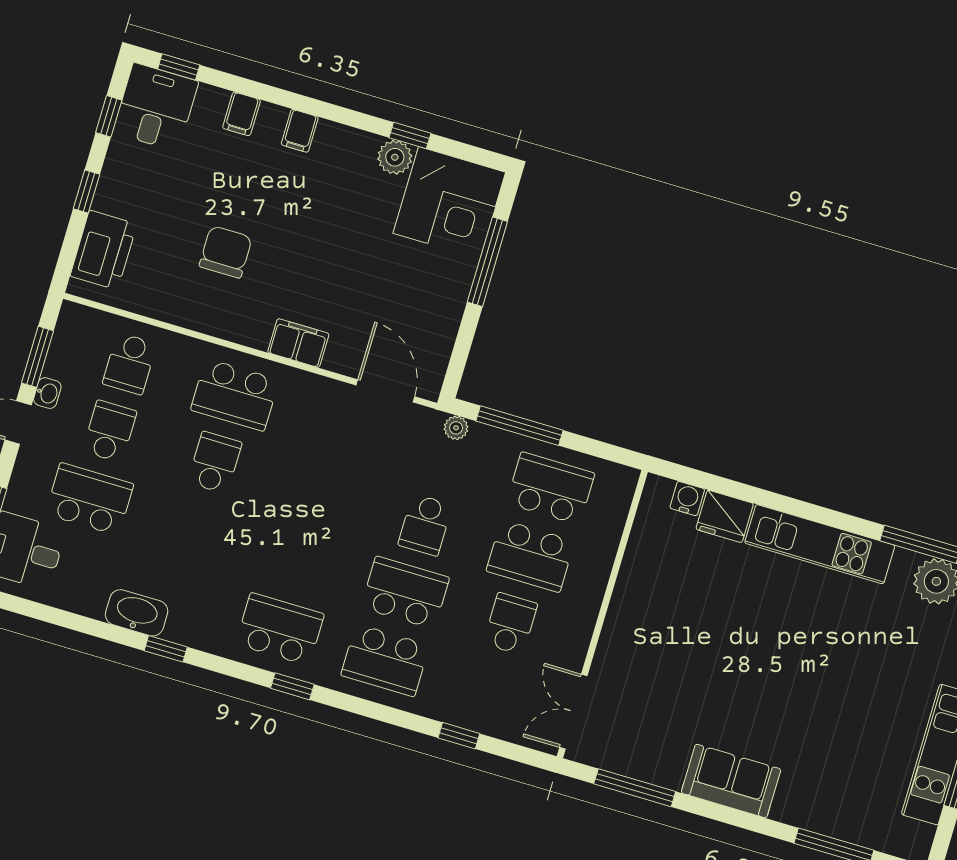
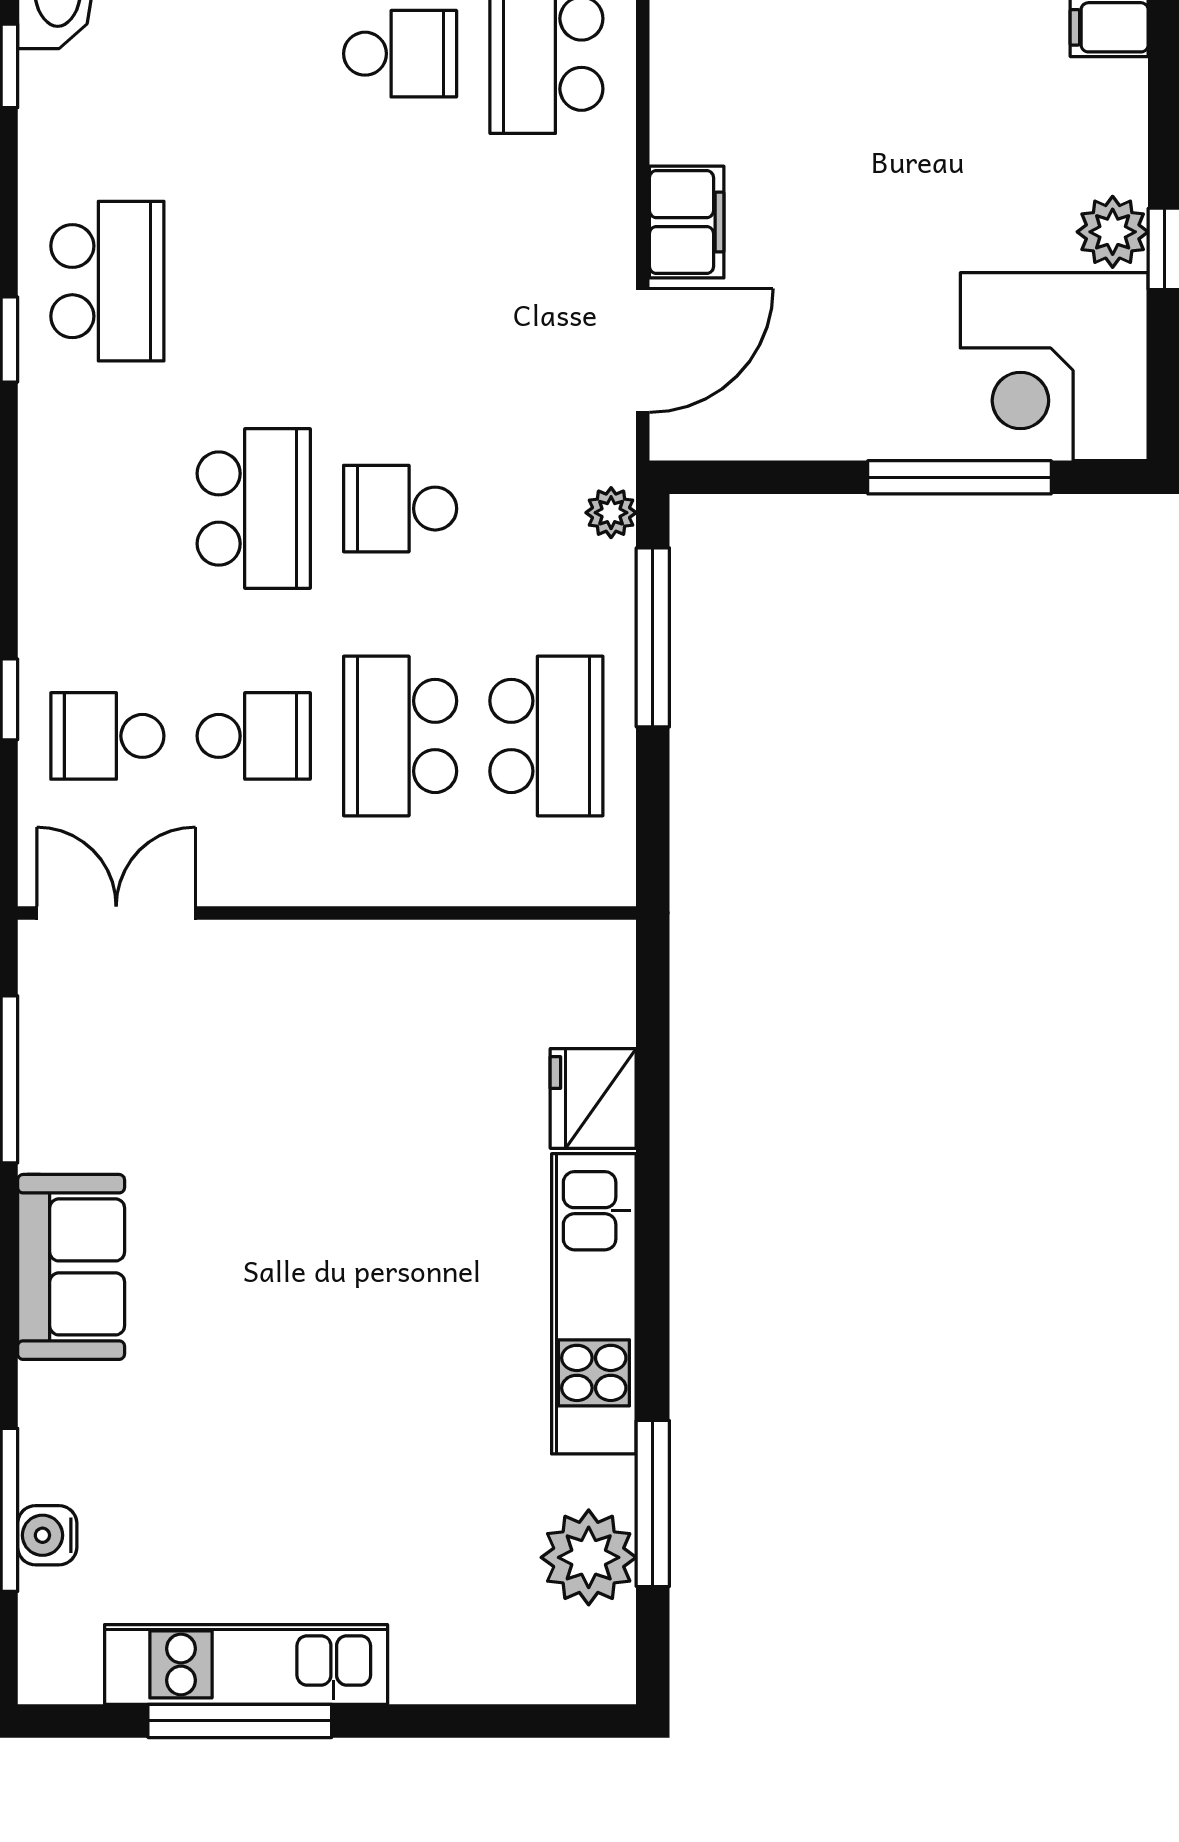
filing cabinet: (298, 343) -> (687, 222), moved
water cooler: (687, 499) -> (47, 1535), moved, turned 180
school desk: (385, 660) -> (107, 736), moved, width x0.54

